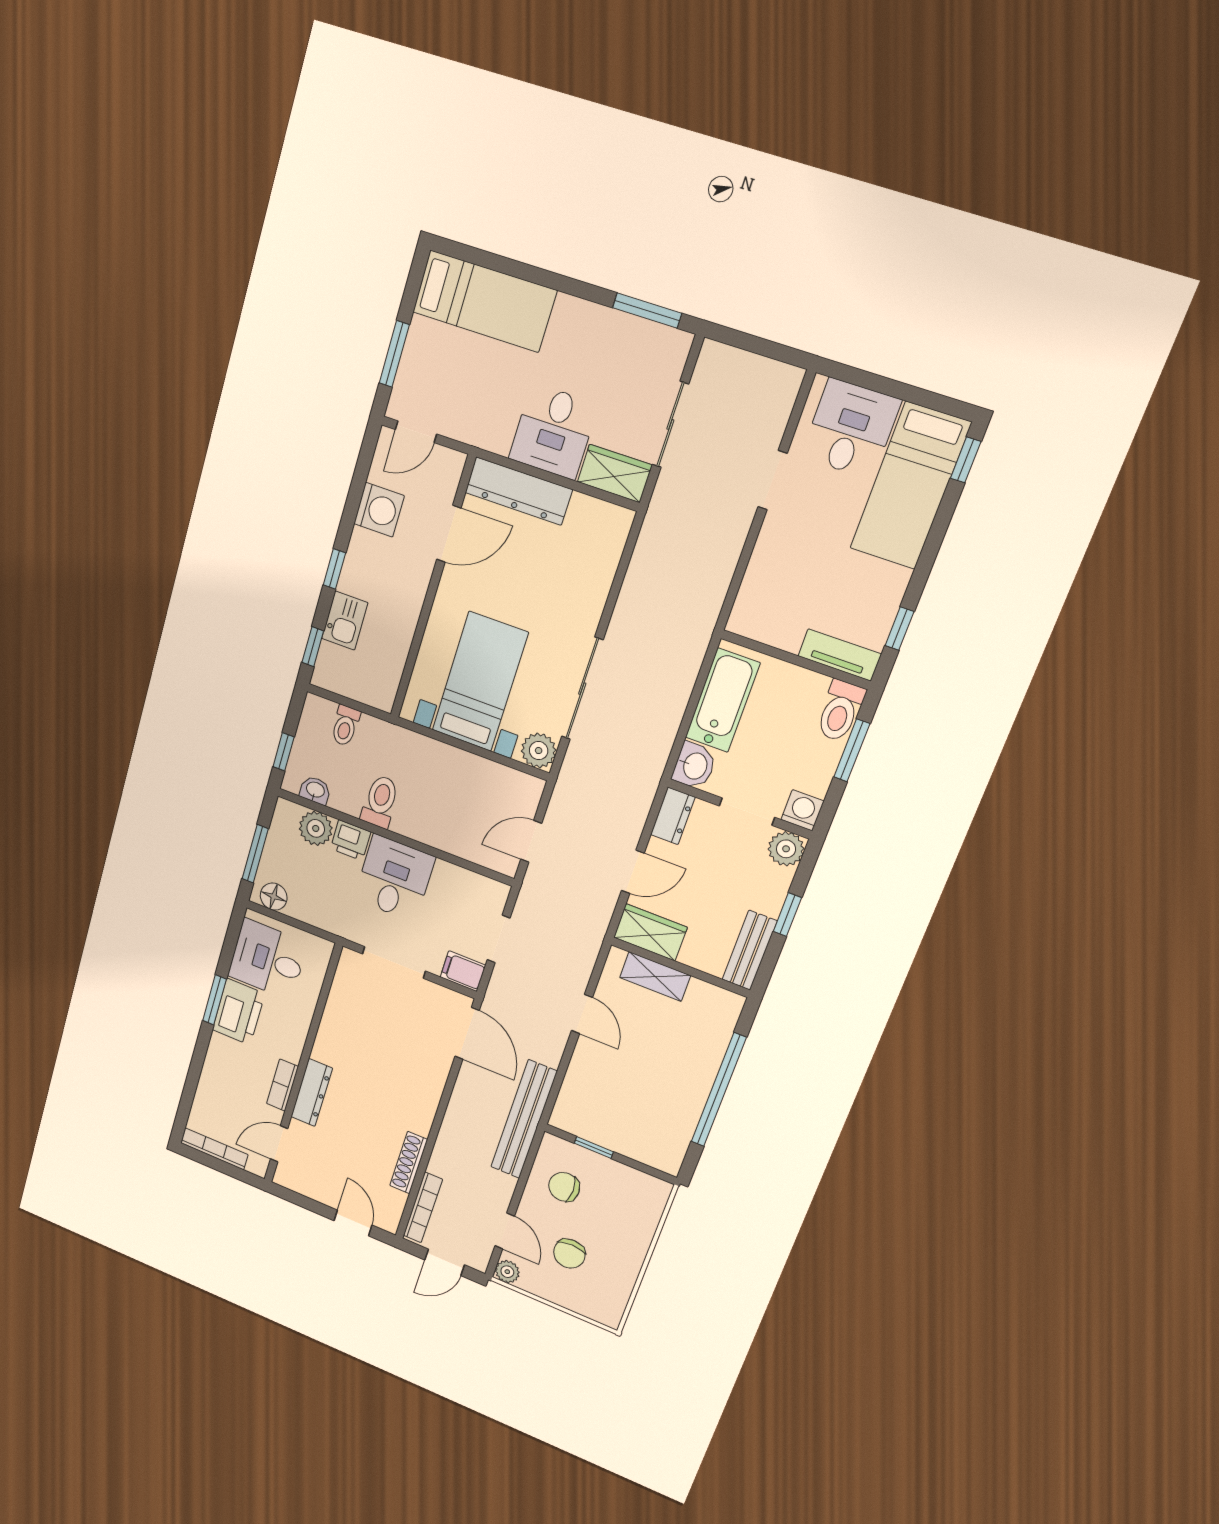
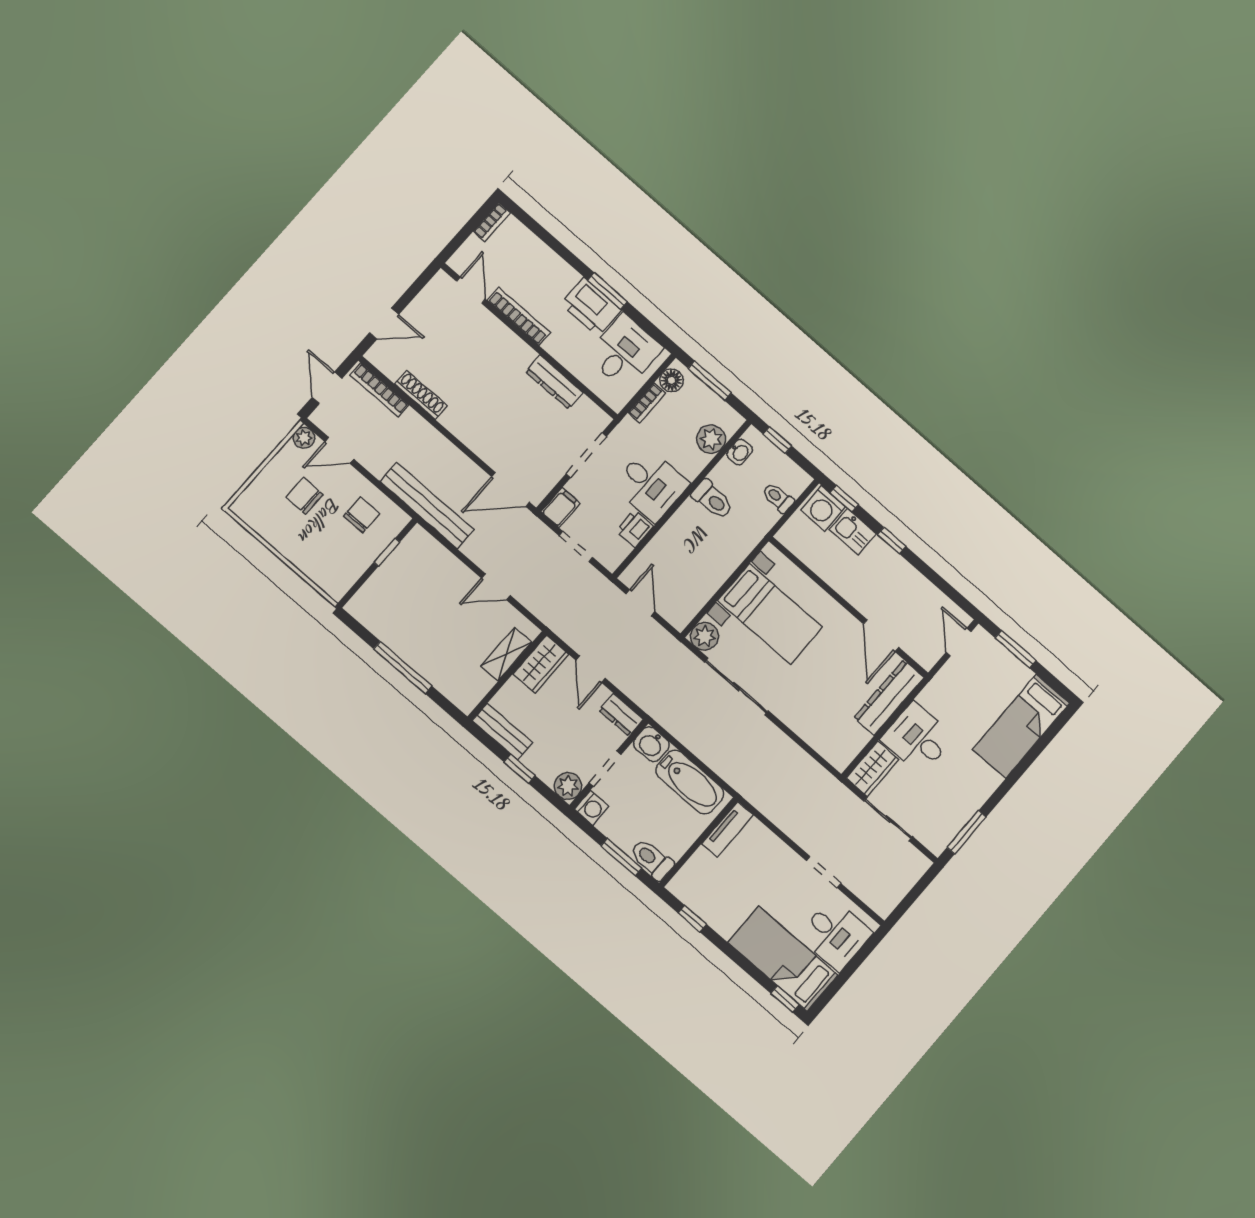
washing machine: (379, 510) -> (823, 508), moved
tv unit: (840, 655) -> (728, 829), moved
printer: (351, 840) -> (635, 529), moved
bookcase: (309, 915) -> (647, 403), added
bookcase: (282, 1085) -> (519, 316), width x1.56
window: (719, 1090) -> (403, 667), width x0.68
dresser: (312, 1093) -> (554, 382), moved
bookcase: (214, 1149) -> (492, 222), width x0.64

